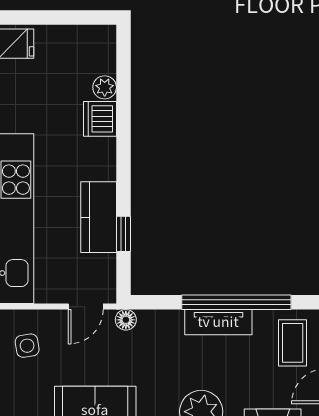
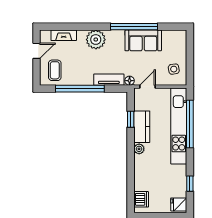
plant: (105, 87) -> (139, 149), moved
dishwasher: (100, 119) -> (141, 199), moved
tv unit: (218, 322) -> (109, 80), moved

